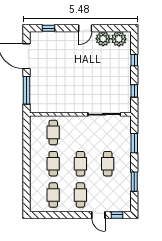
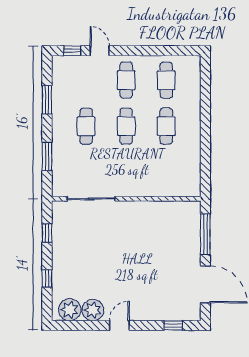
cafe table: (53, 132) -> (166, 172), removed

